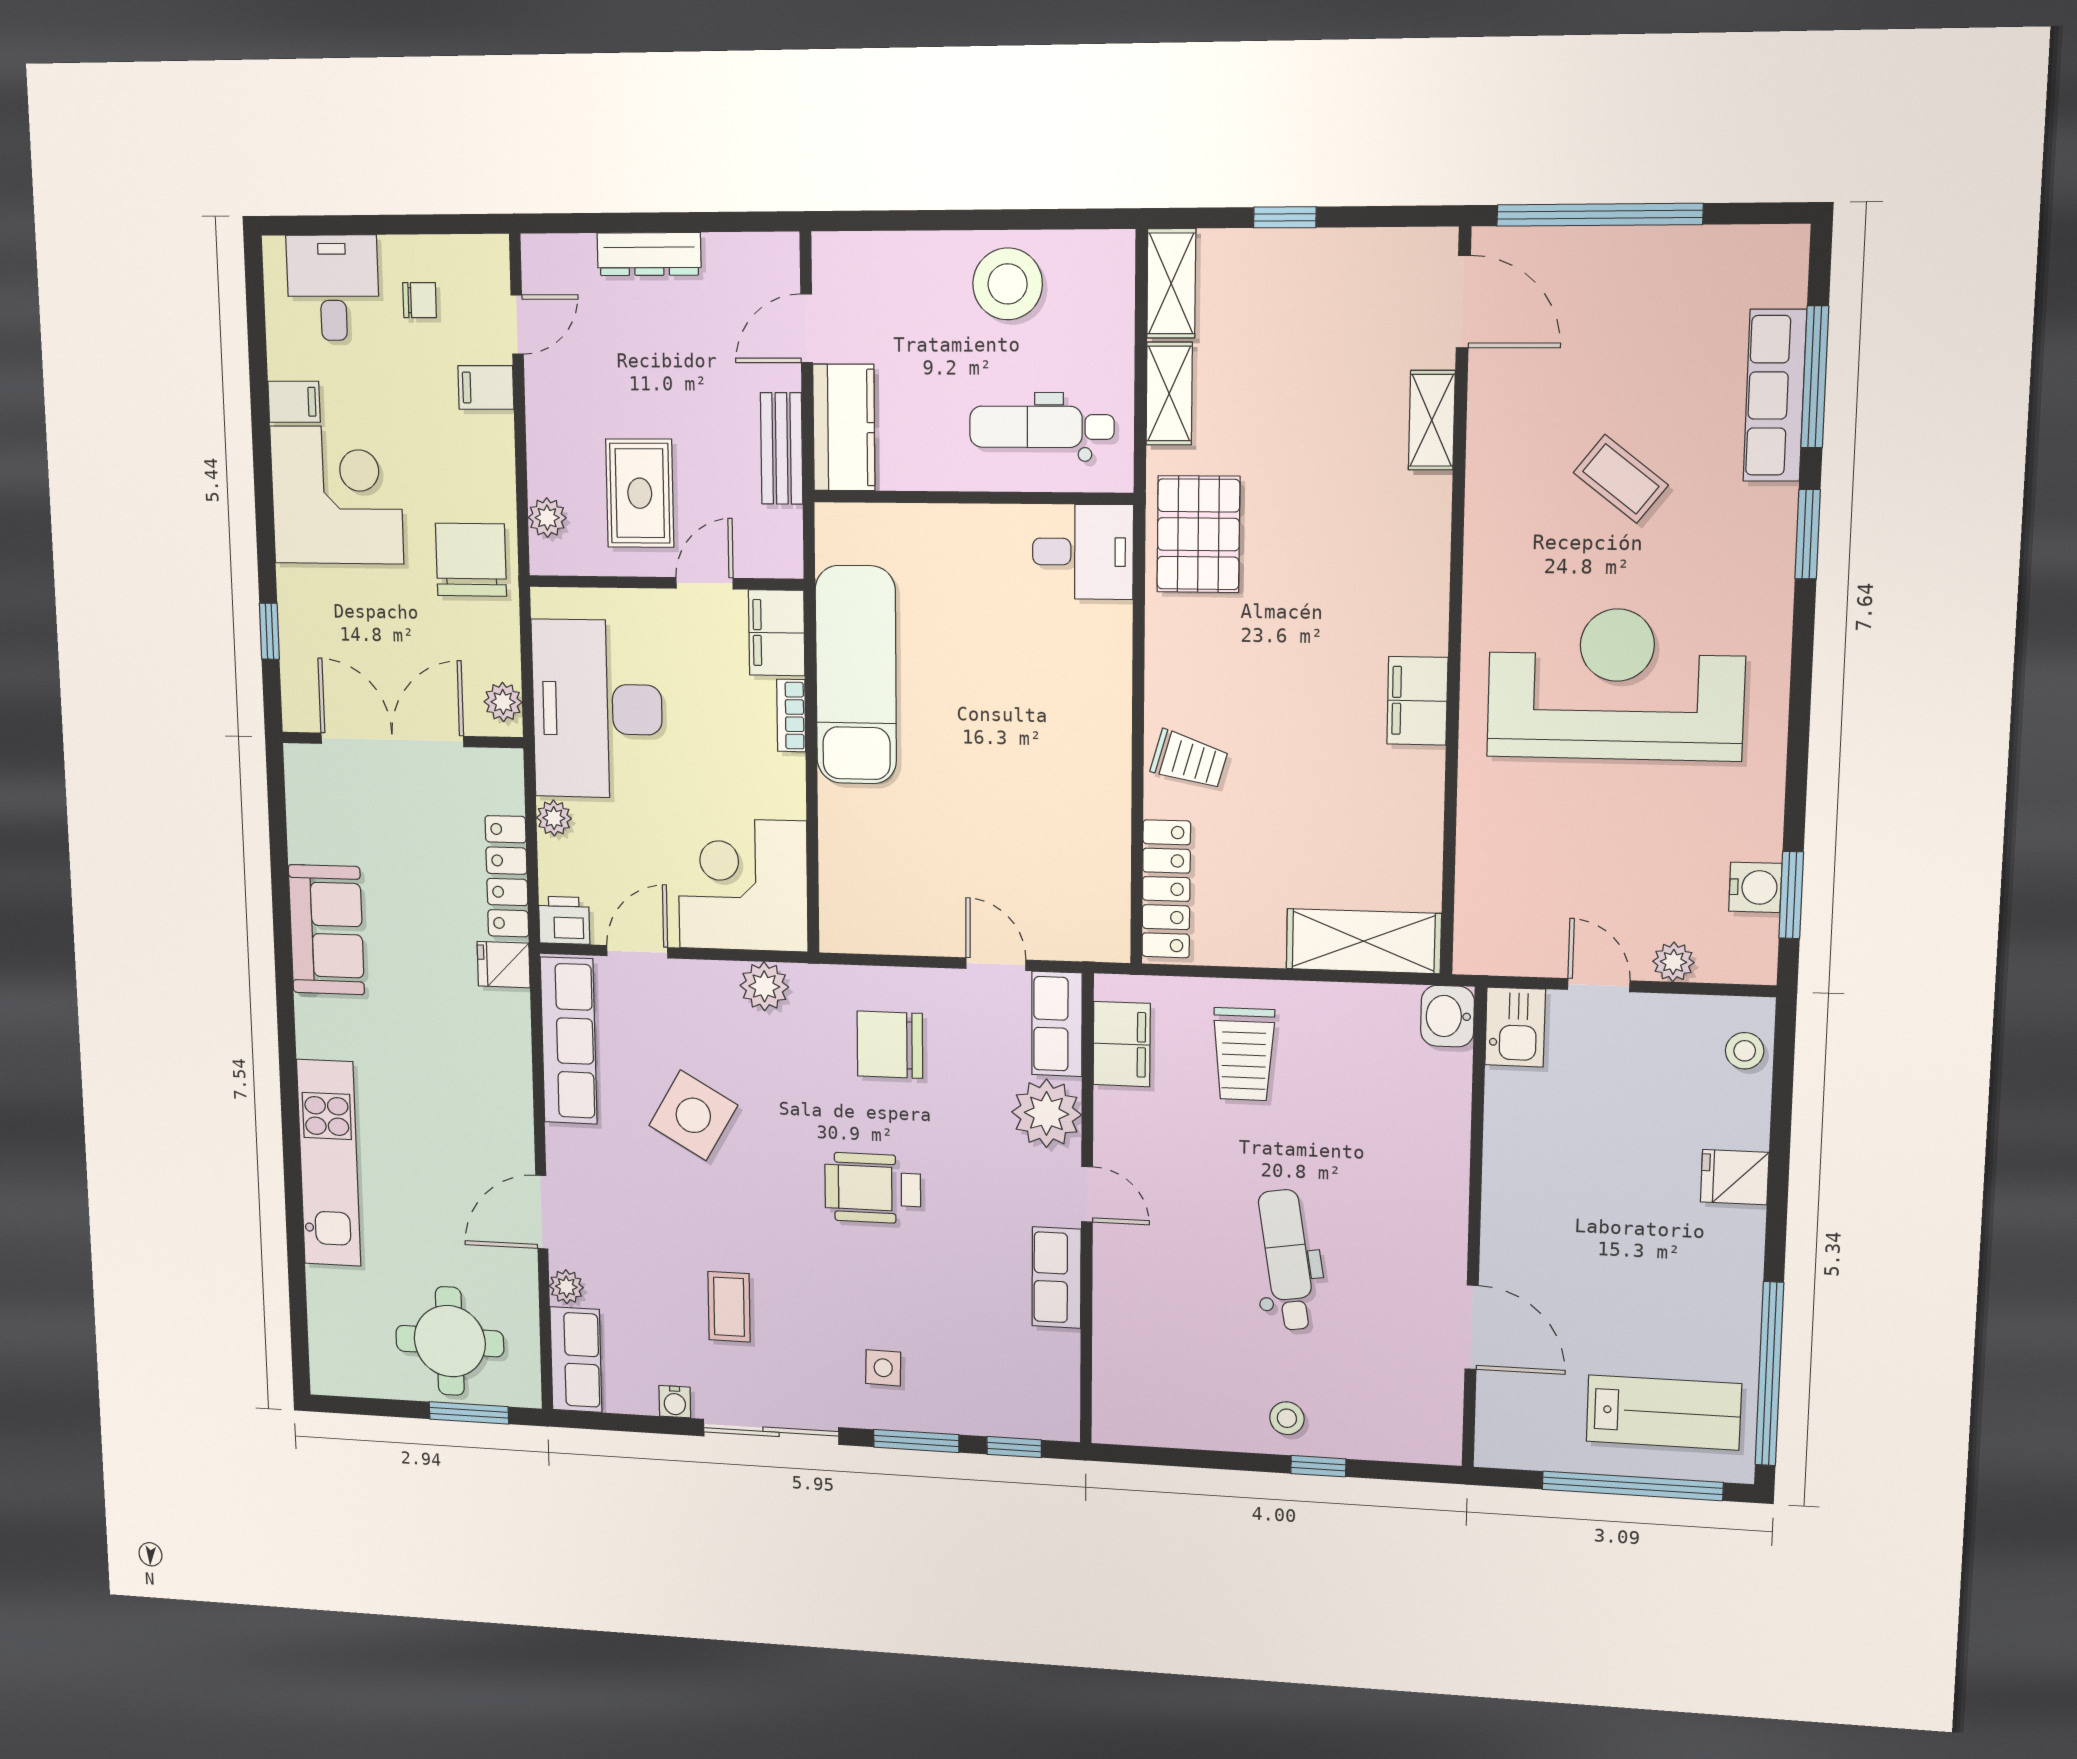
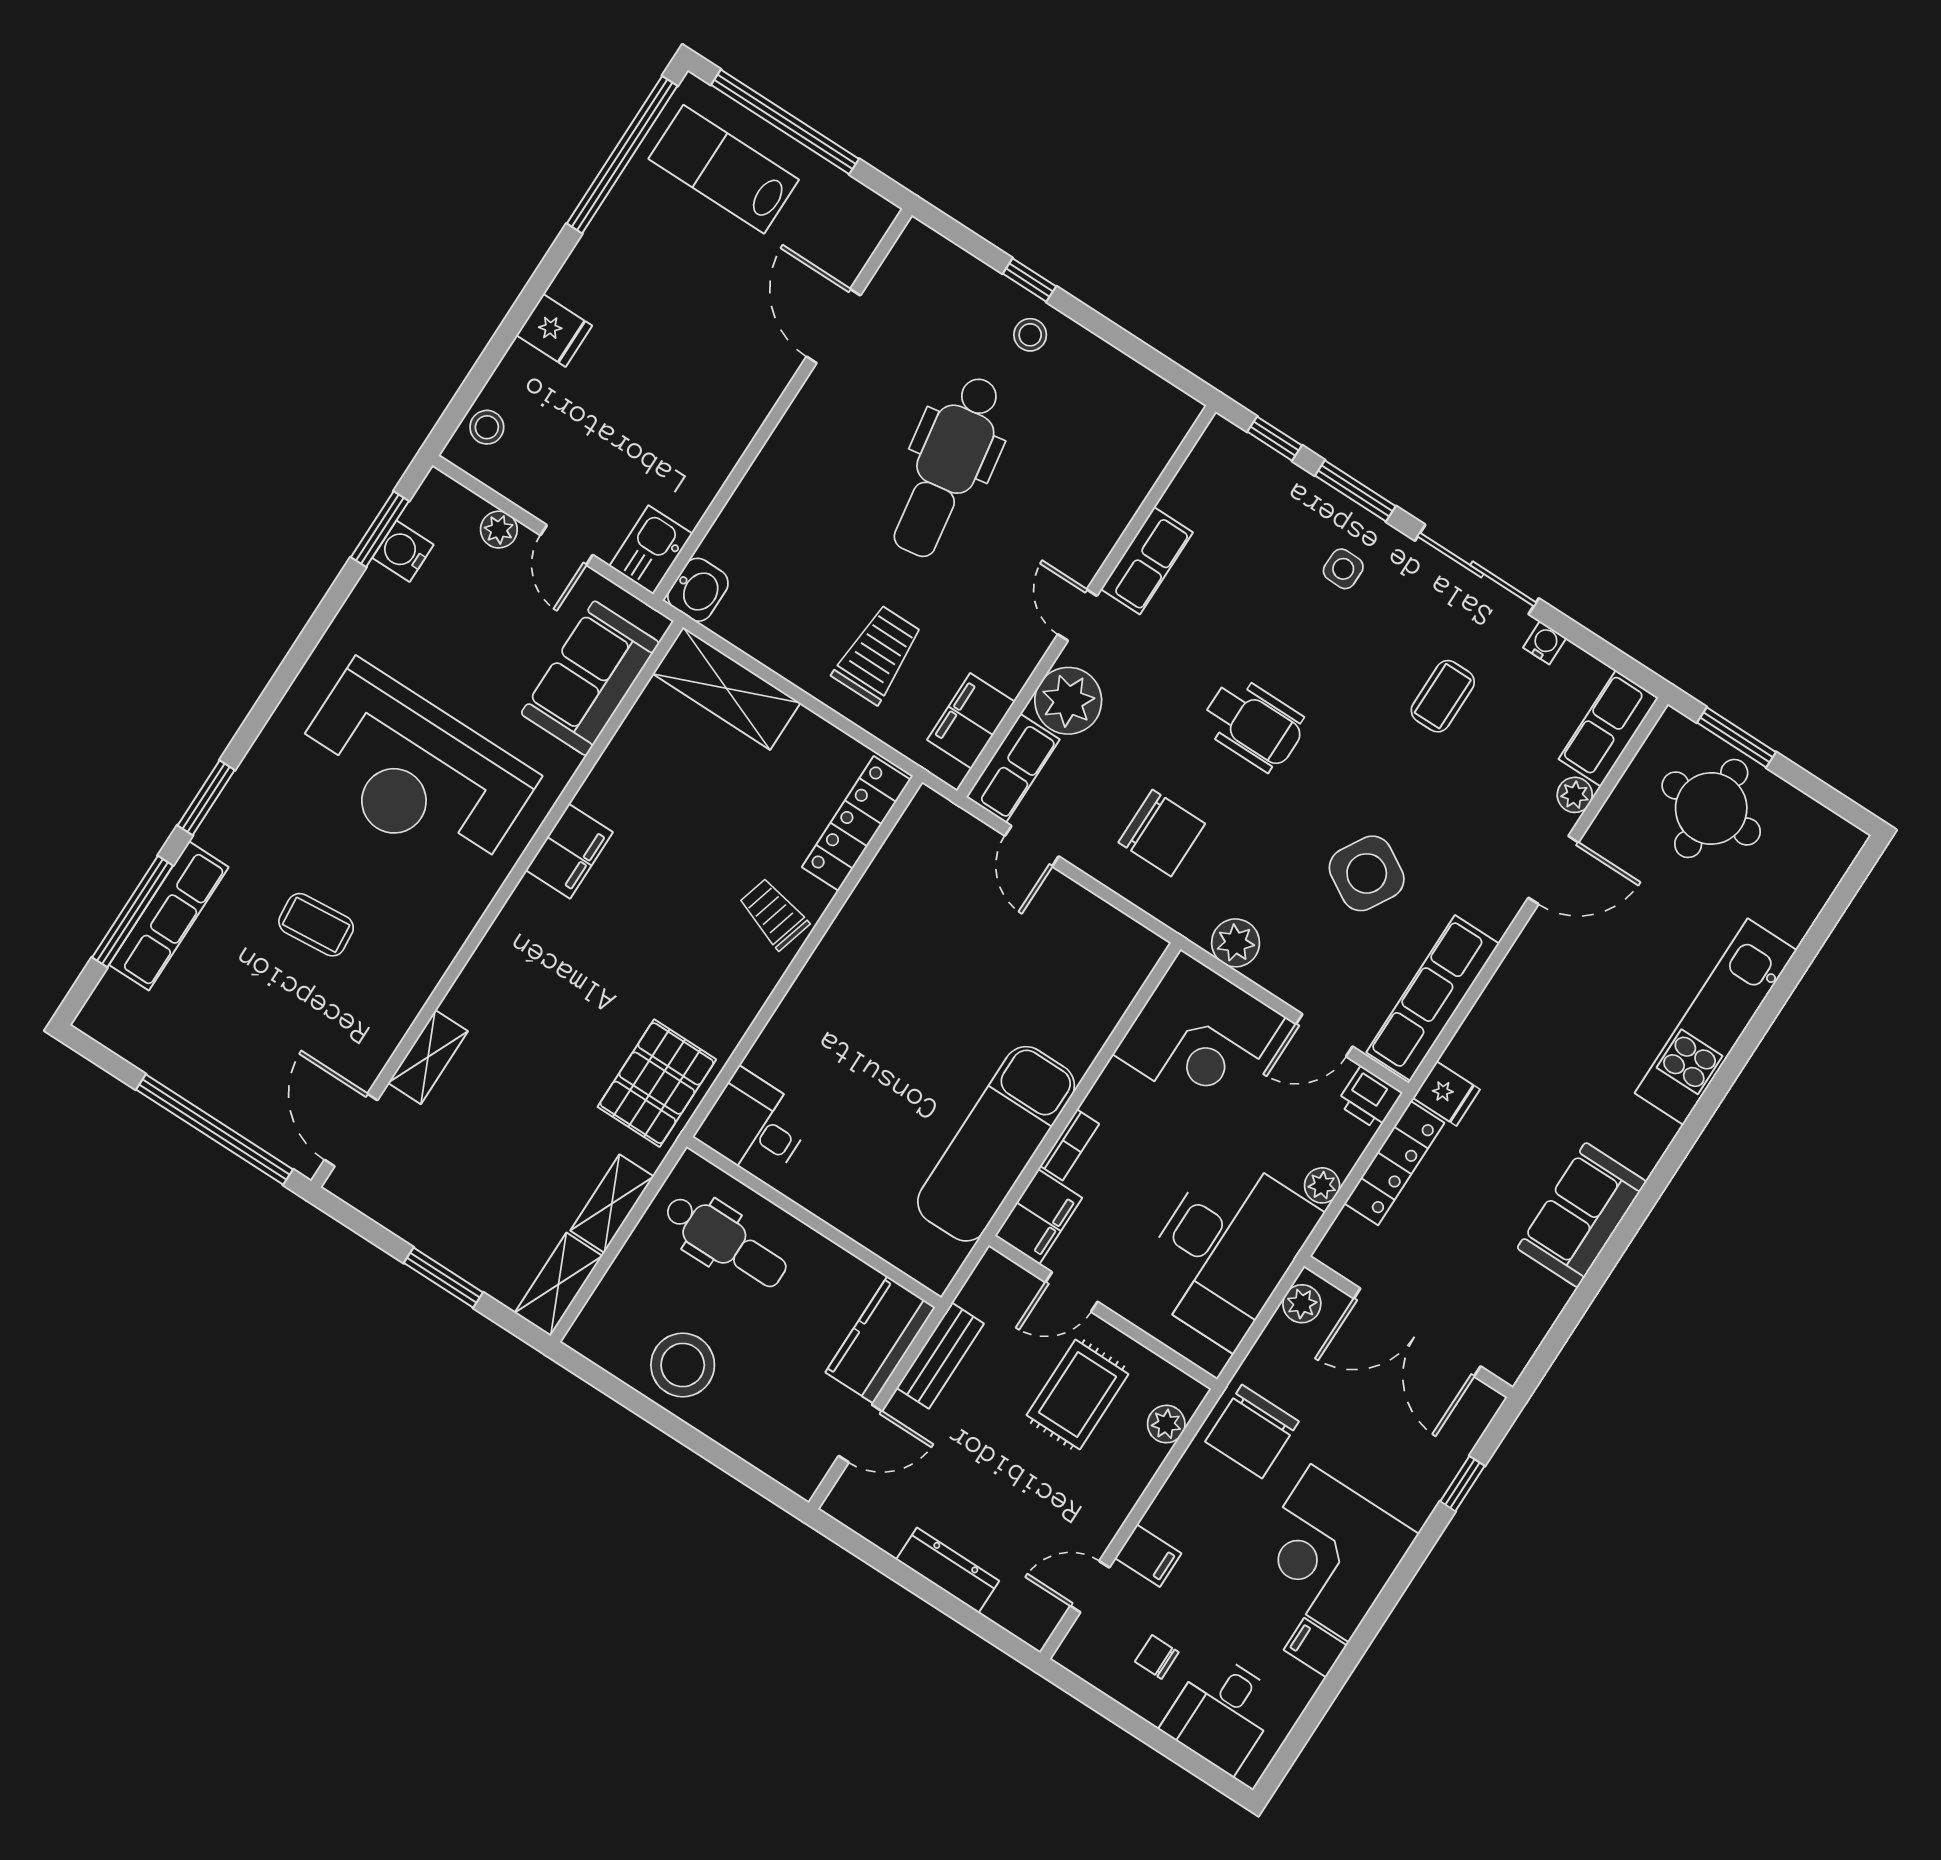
window: (1285, 217) -> (443, 1278), width x1.50
coffee table: (1621, 479) -> (316, 925), turned -43
sofa: (1499, 874) -> (590, 678), added
dental chair: (1287, 1260) -> (948, 466), width x1.36, depth x1.38

